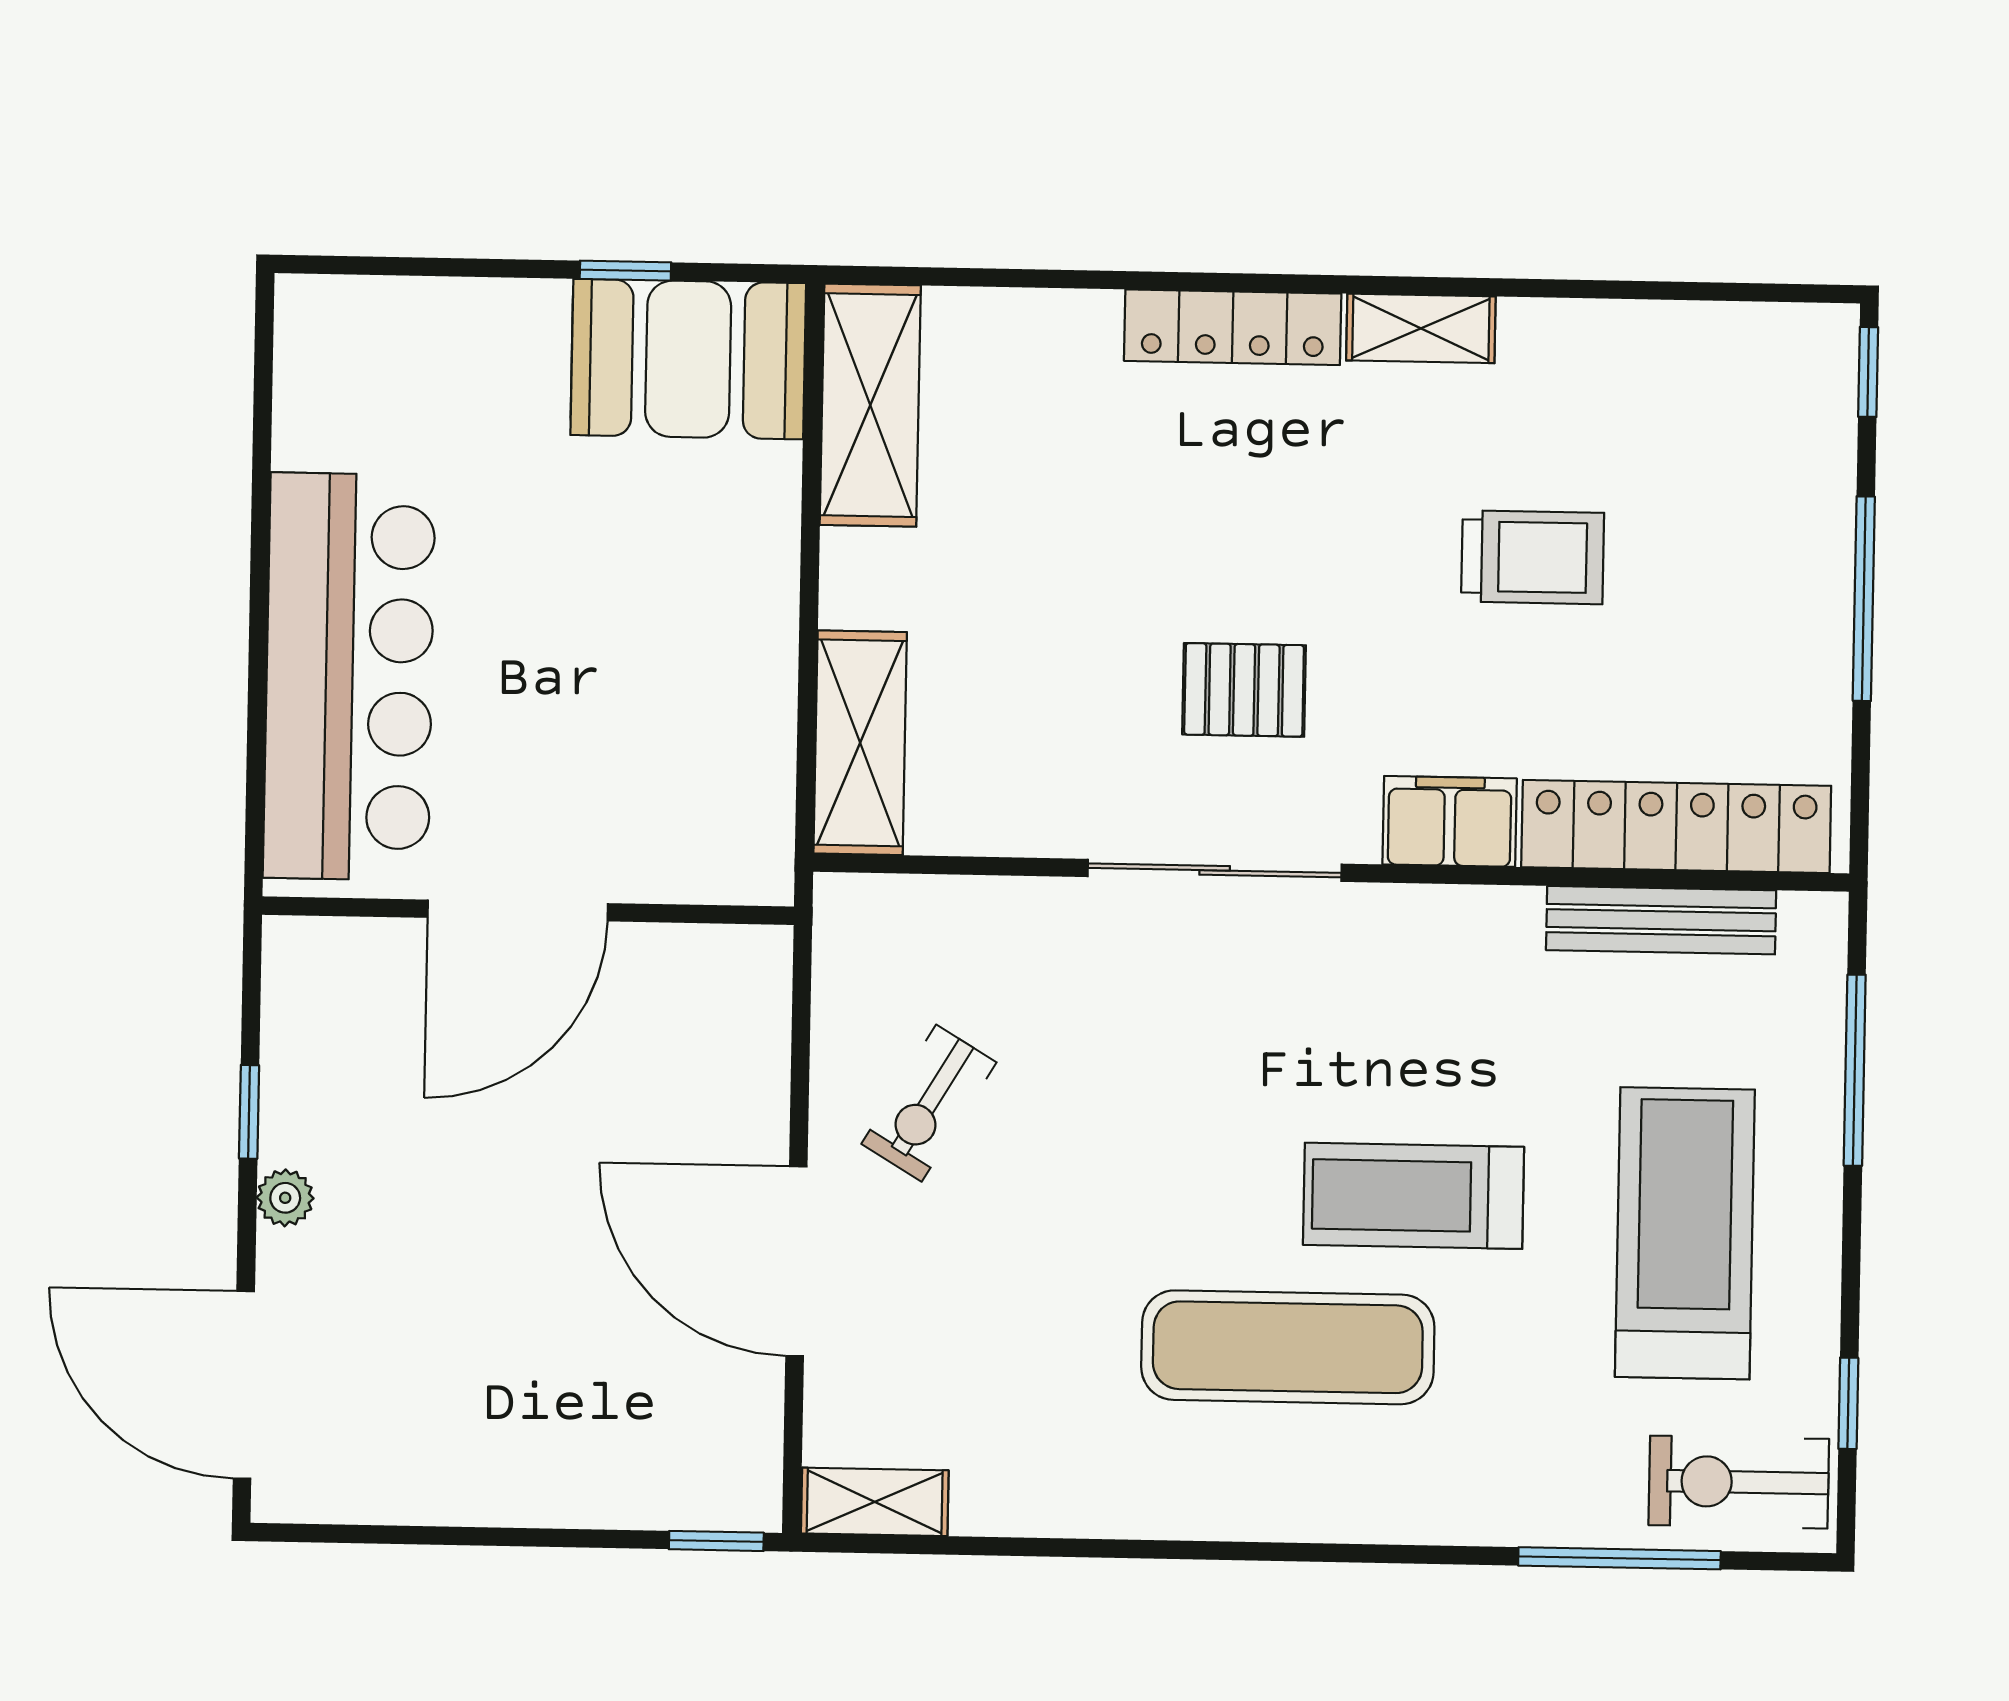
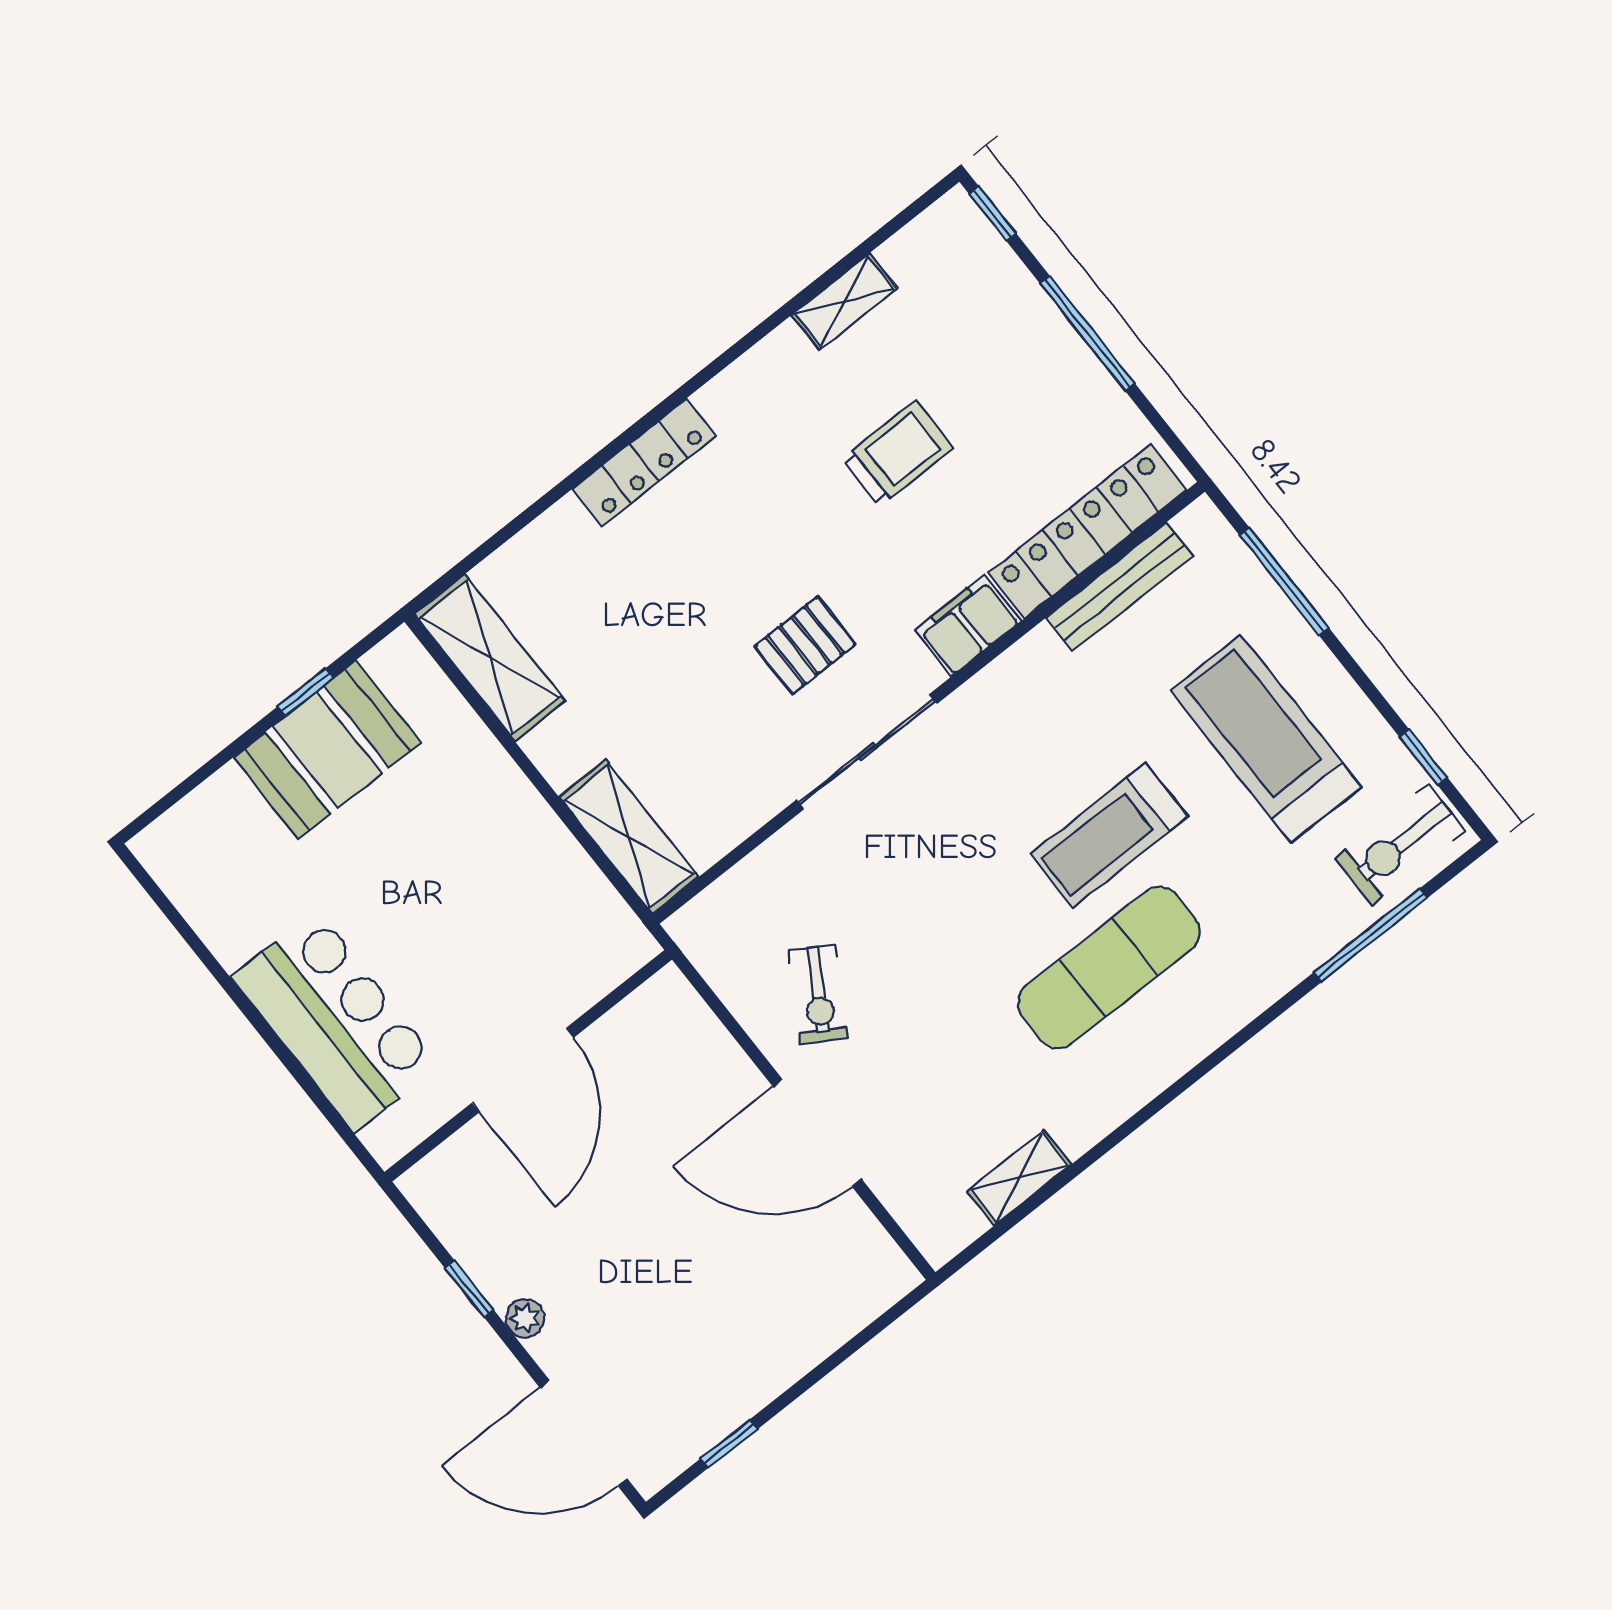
shelving: (1421, 328) -> (844, 301), moved
booth: (688, 359) -> (327, 750), moved
bar counter: (349, 677) -> (336, 1021), width x0.73
shelving: (875, 1502) -> (1019, 1178), moved
window: (716, 1541) -> (729, 1444), moved

